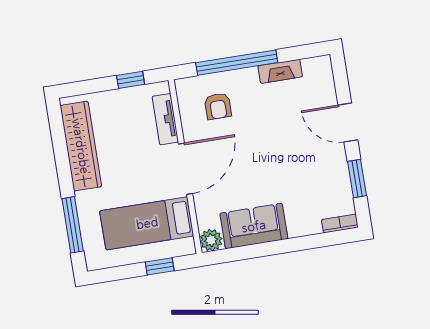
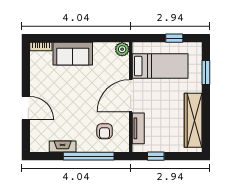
armchair: (218, 106) -> (105, 131), turned 180
window: (357, 179) -> (26, 73), removed
window: (73, 225) -> (206, 72), width x0.69
sofa: (254, 226) -> (73, 54), moved
window: (160, 266) -> (174, 38), moved

